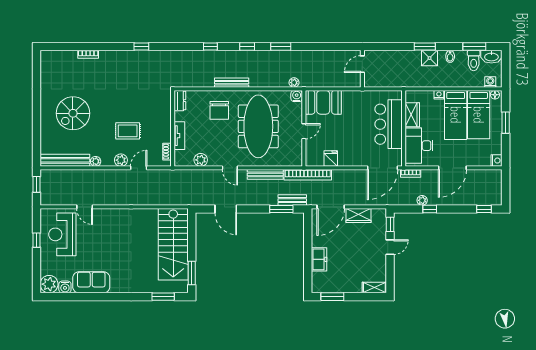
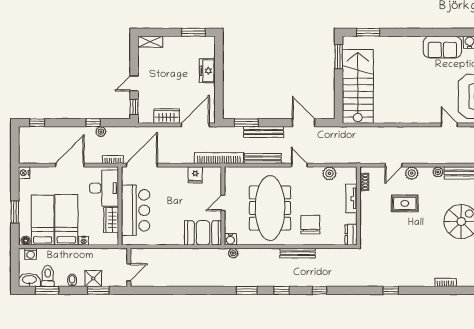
door: (362, 64) -> (129, 272), moved
wall: (362, 69) -> (129, 267), moved
bench: (292, 200) -> (264, 132), moved, width x1.36

